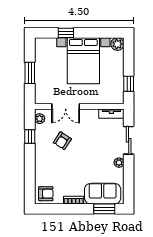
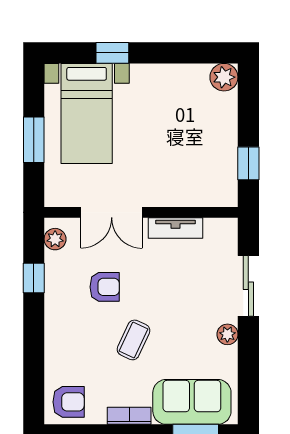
bed with nightstands: (83, 61) -> (87, 113), moved, width x0.73
tv unit: (111, 114) -> (176, 228), moved
armchair: (62, 141) -> (105, 287), turned -123
coffee table: (76, 165) -> (134, 340), added

